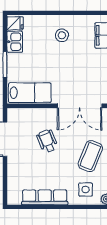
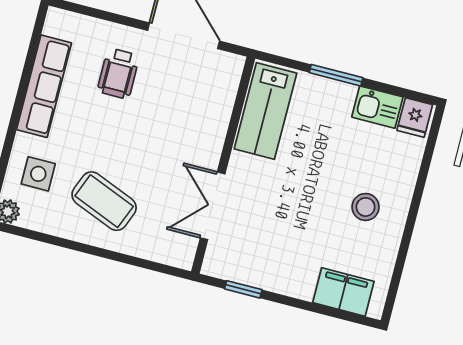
double door: (80, 106) -> (213, 206), width x0.73
wheelchair: (47, 141) -> (118, 74), moved, turned 112

